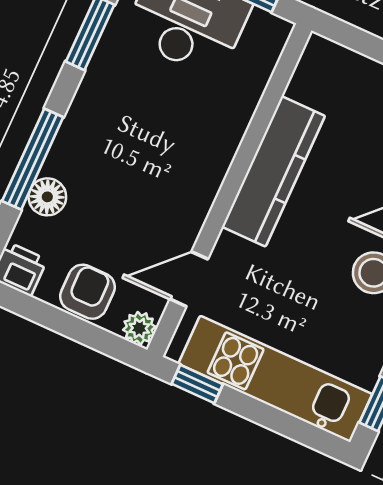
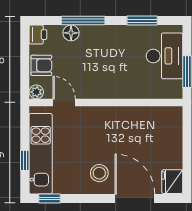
kitchen counter: (273, 171) -> (121, 116), removed
window: (197, 384) -> (25, 160), moved

